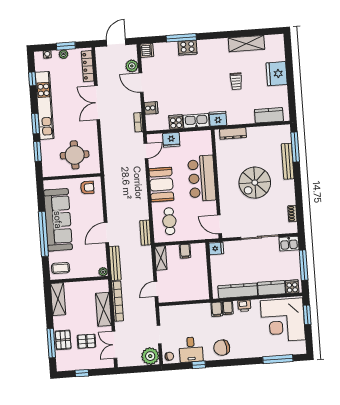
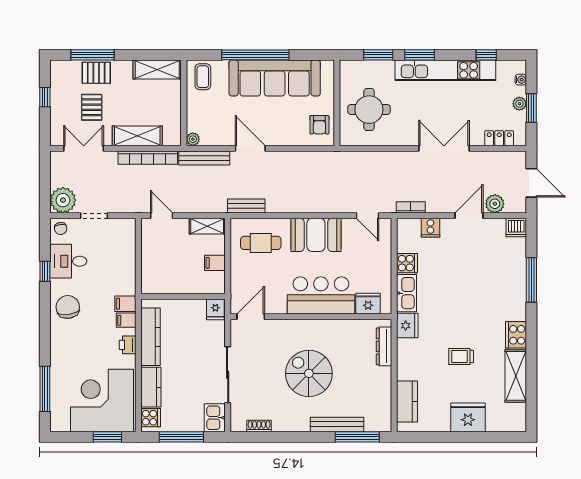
cooker: (187, 48) -> (516, 335), moved
locker: (88, 66) -> (499, 138), width x0.66
fridge: (171, 140) -> (368, 304), moved, turned 90

